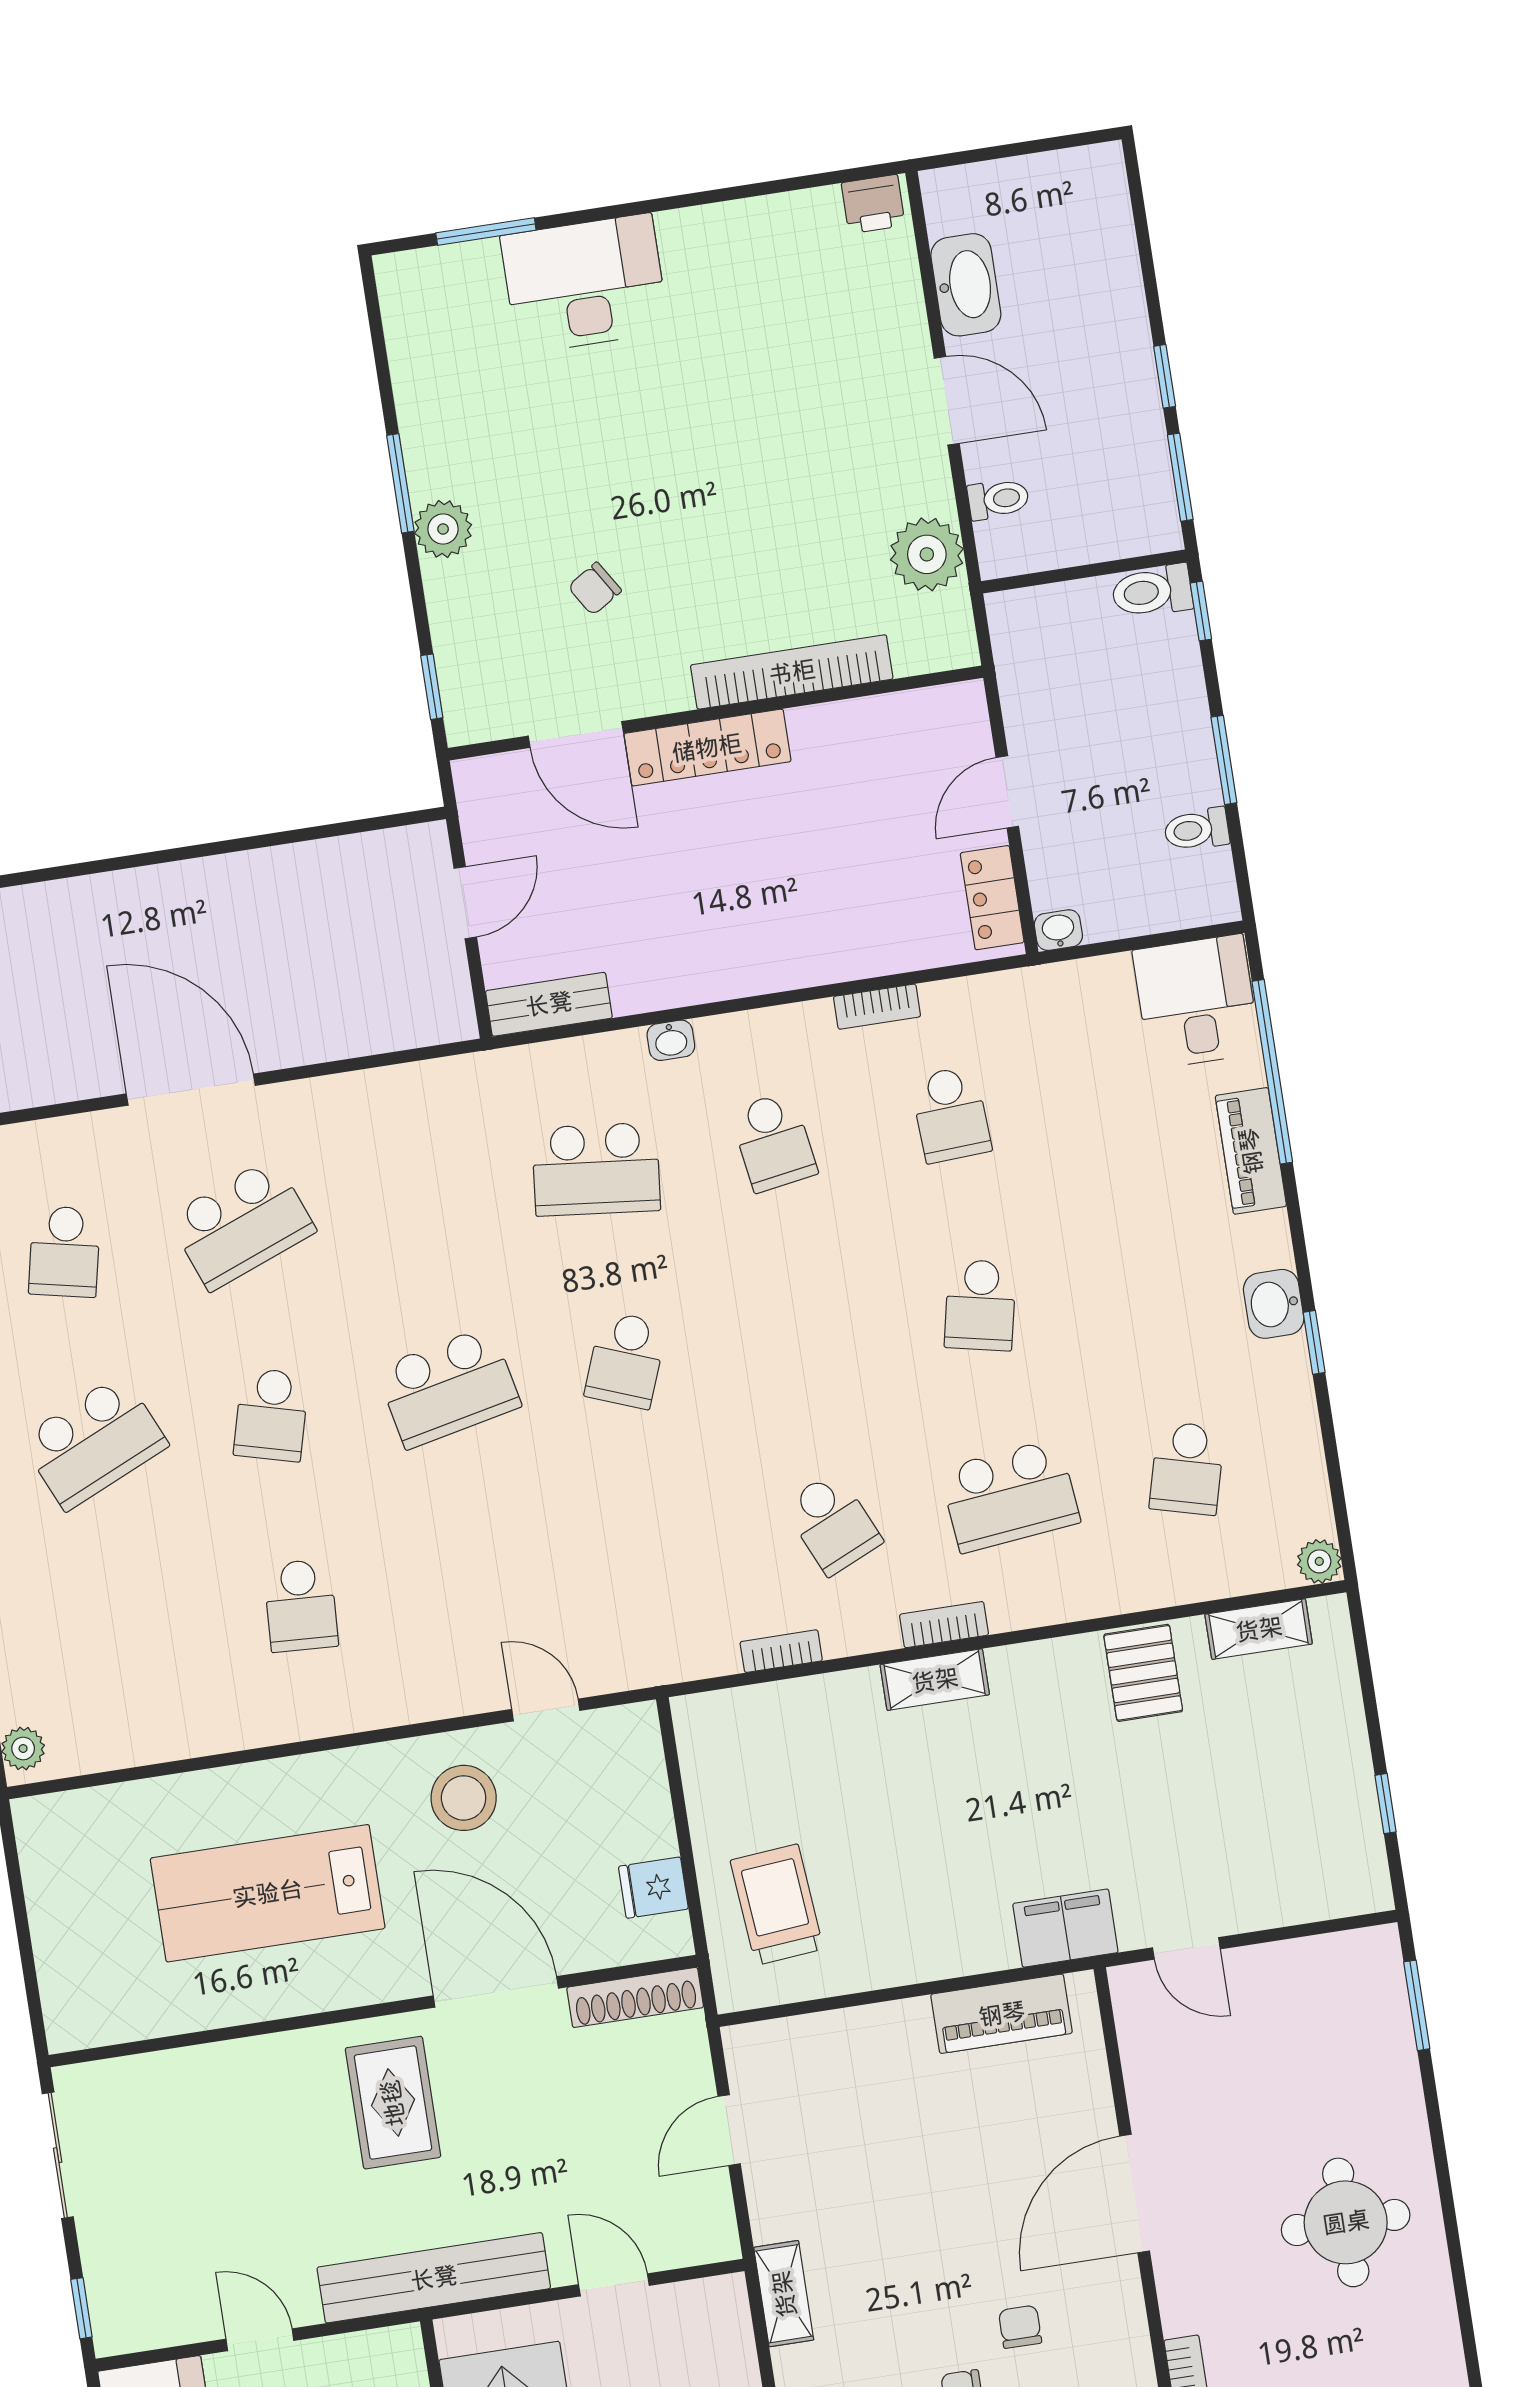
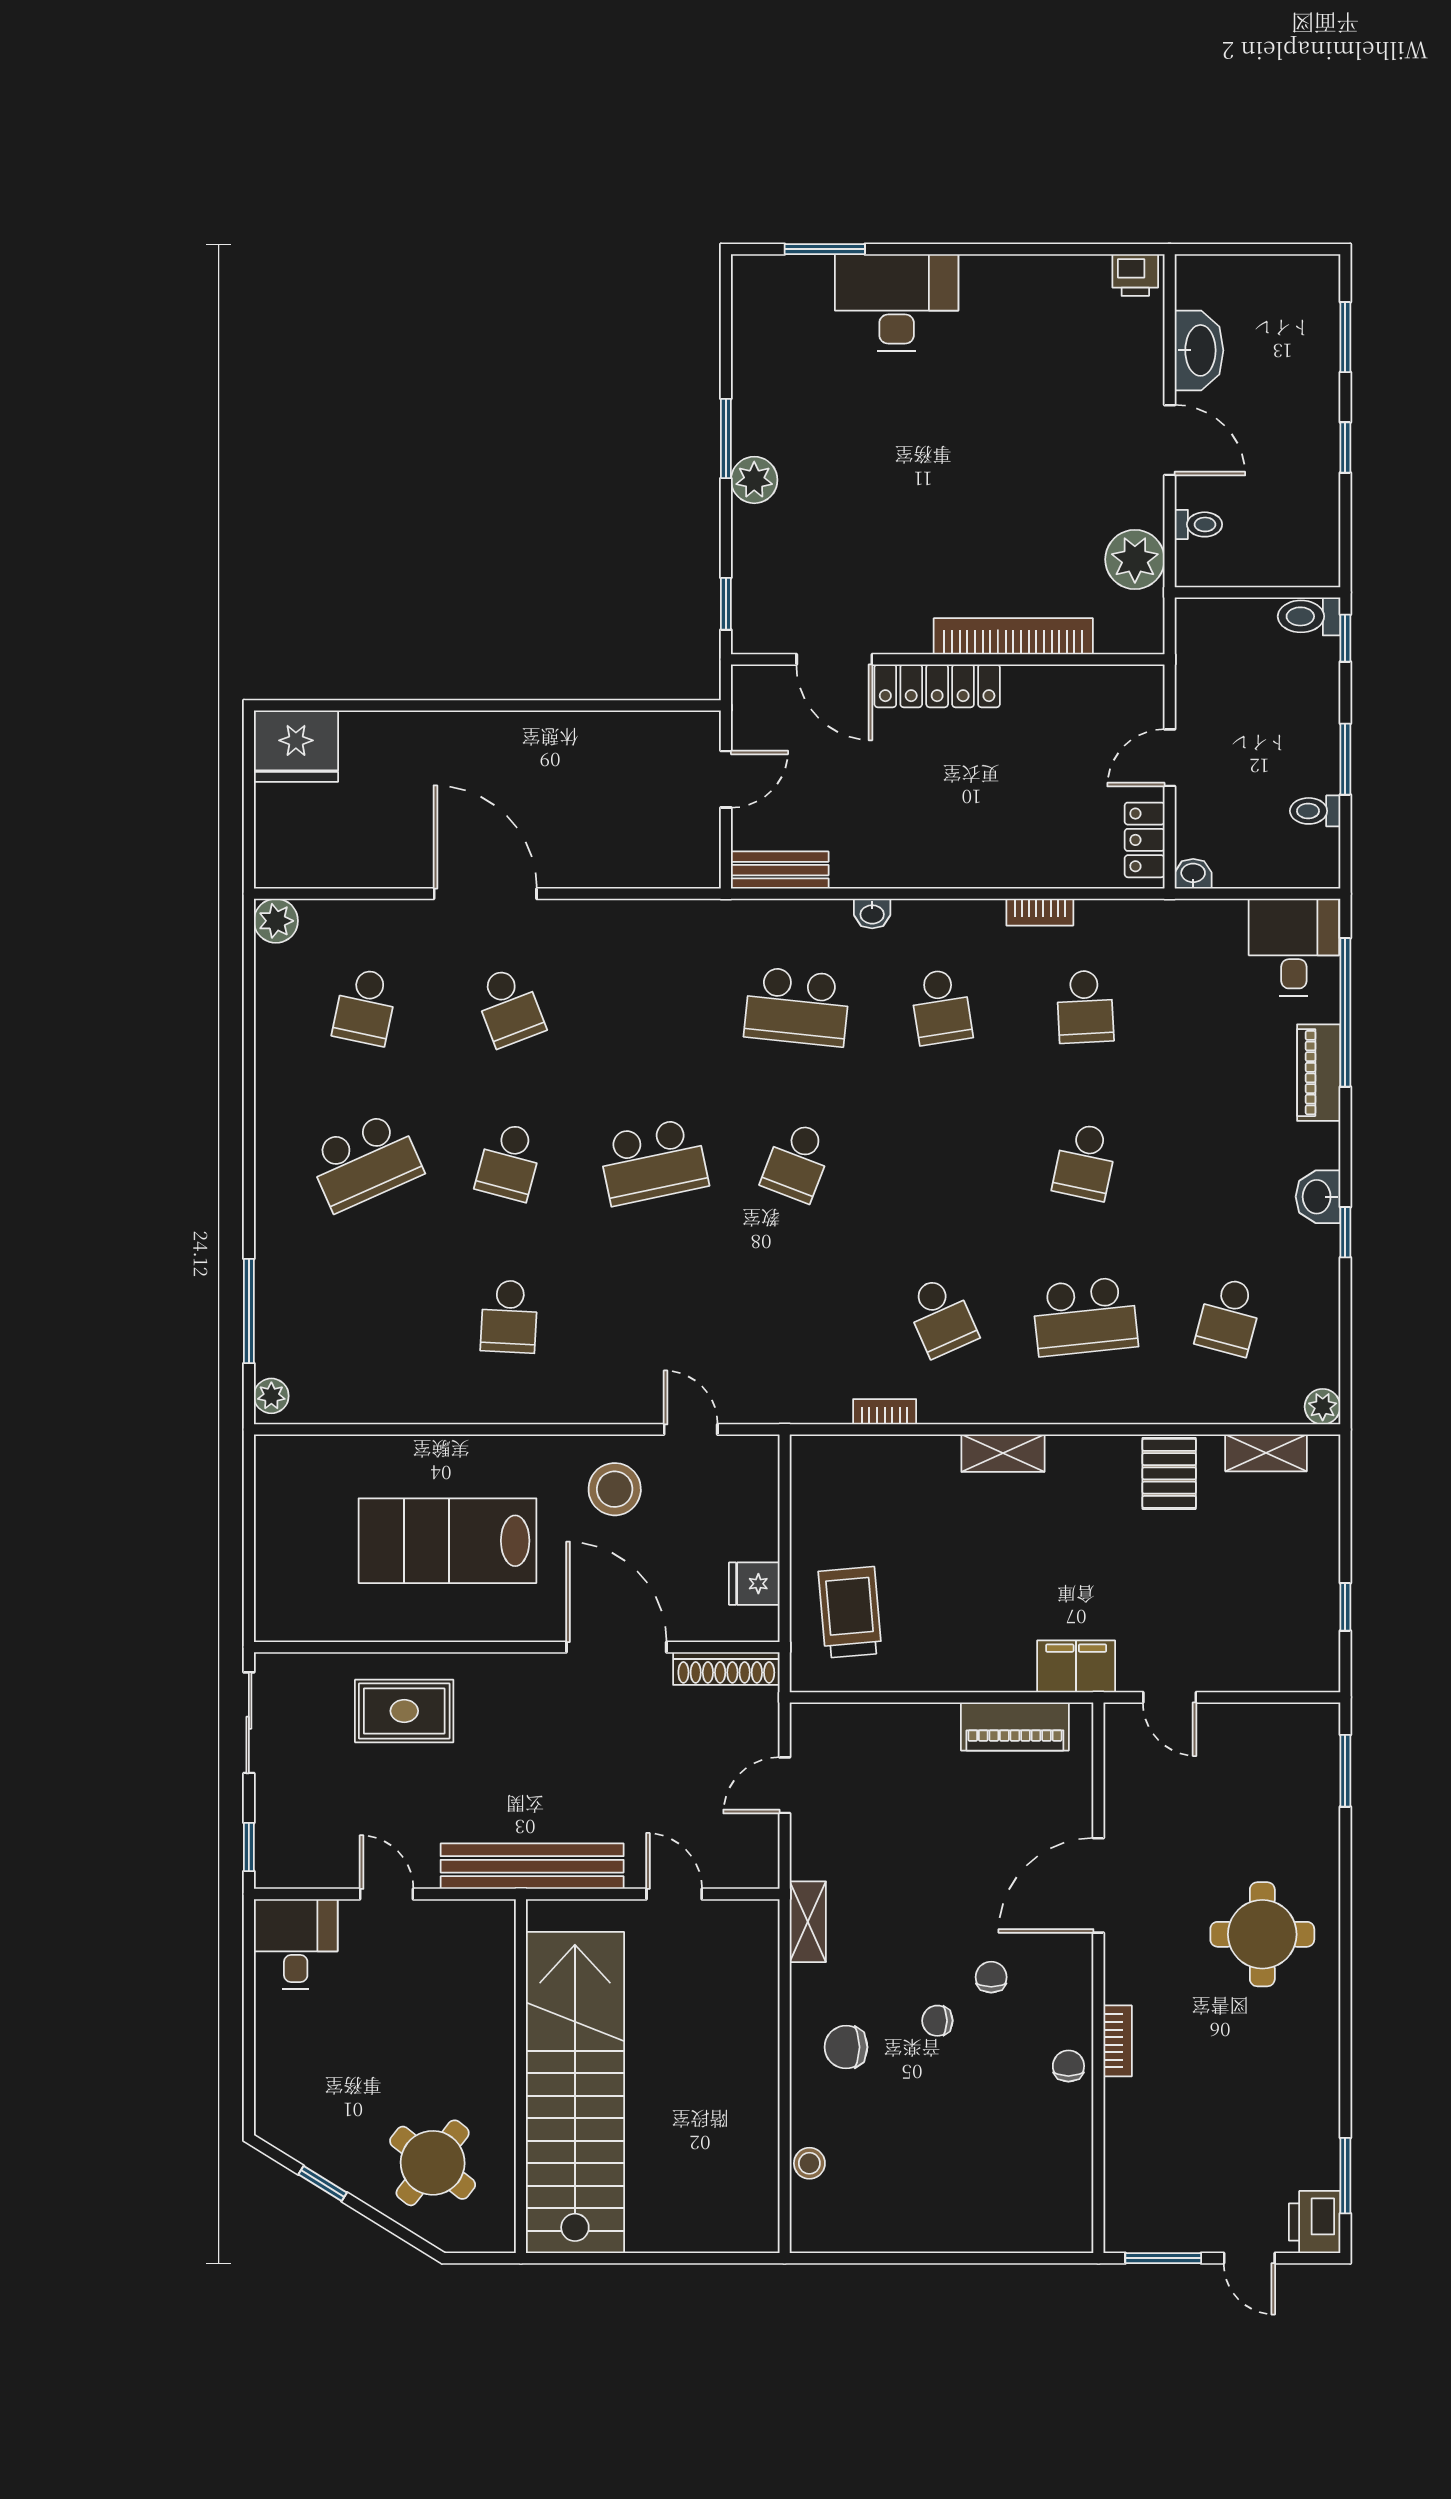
window: (1180, 477) -> (1345, 337), moved
chair: (595, 589) -> (867, 546), removed
school desk: (242, 1224) -> (509, 1007), width x0.54
bookcase: (944, 1625) -> (1017, 1411), removed
rug: (393, 2103) -> (404, 1711), moved, turned 90

